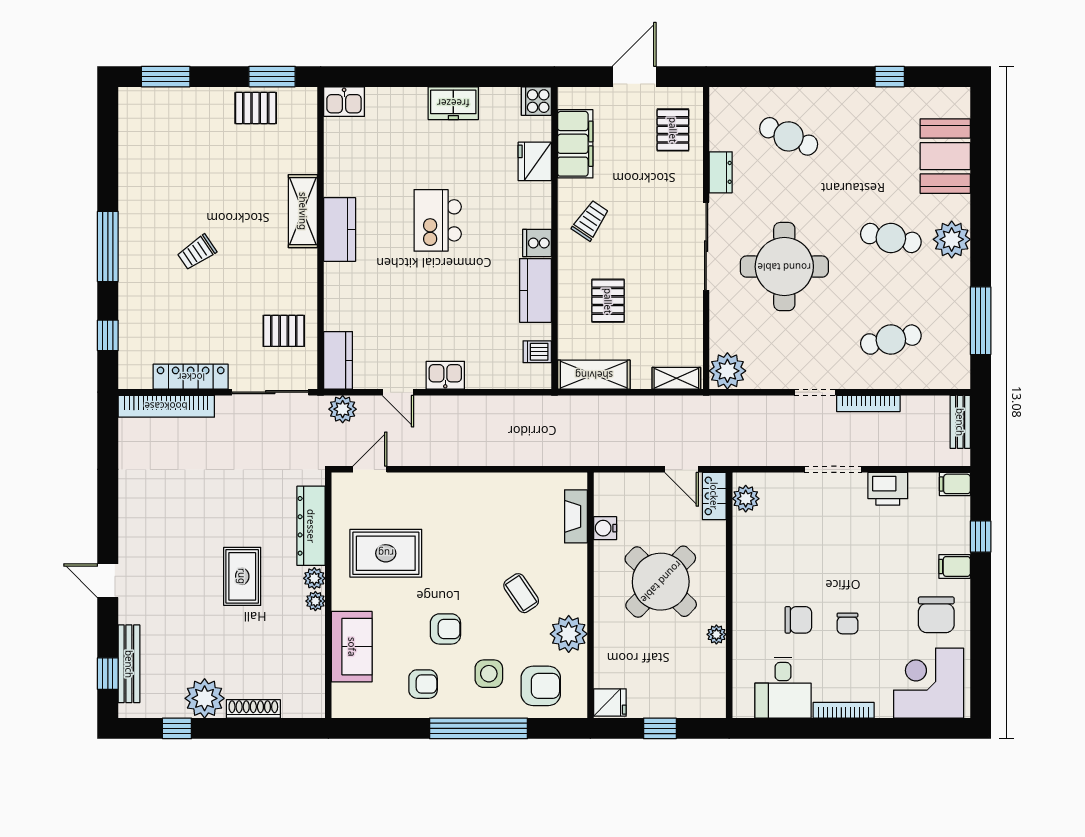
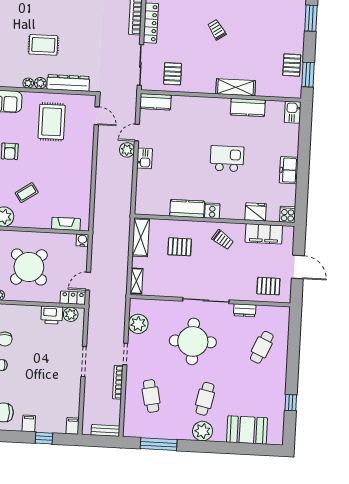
kitchen counter: (340, 229) -> (248, 107), moved
dishwasher: (537, 352) -> (154, 208), removed
plant: (727, 371) -> (138, 324), moved
plant: (343, 409) -> (127, 150), moved
printer: (888, 489) -> (52, 315), moved, turned -90
water cooler: (605, 528) -> (82, 240), moved

